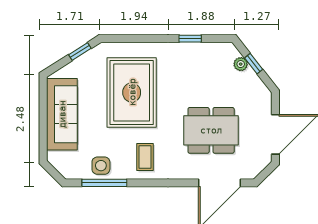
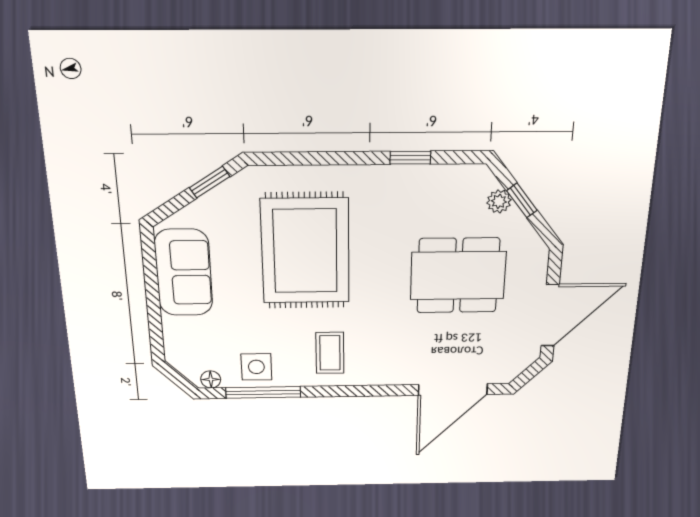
sofa: (62, 114) -> (184, 273), width x0.73
dining table: (211, 130) -> (458, 276), moved
floor lamp: (73, 174) -> (211, 379), added

